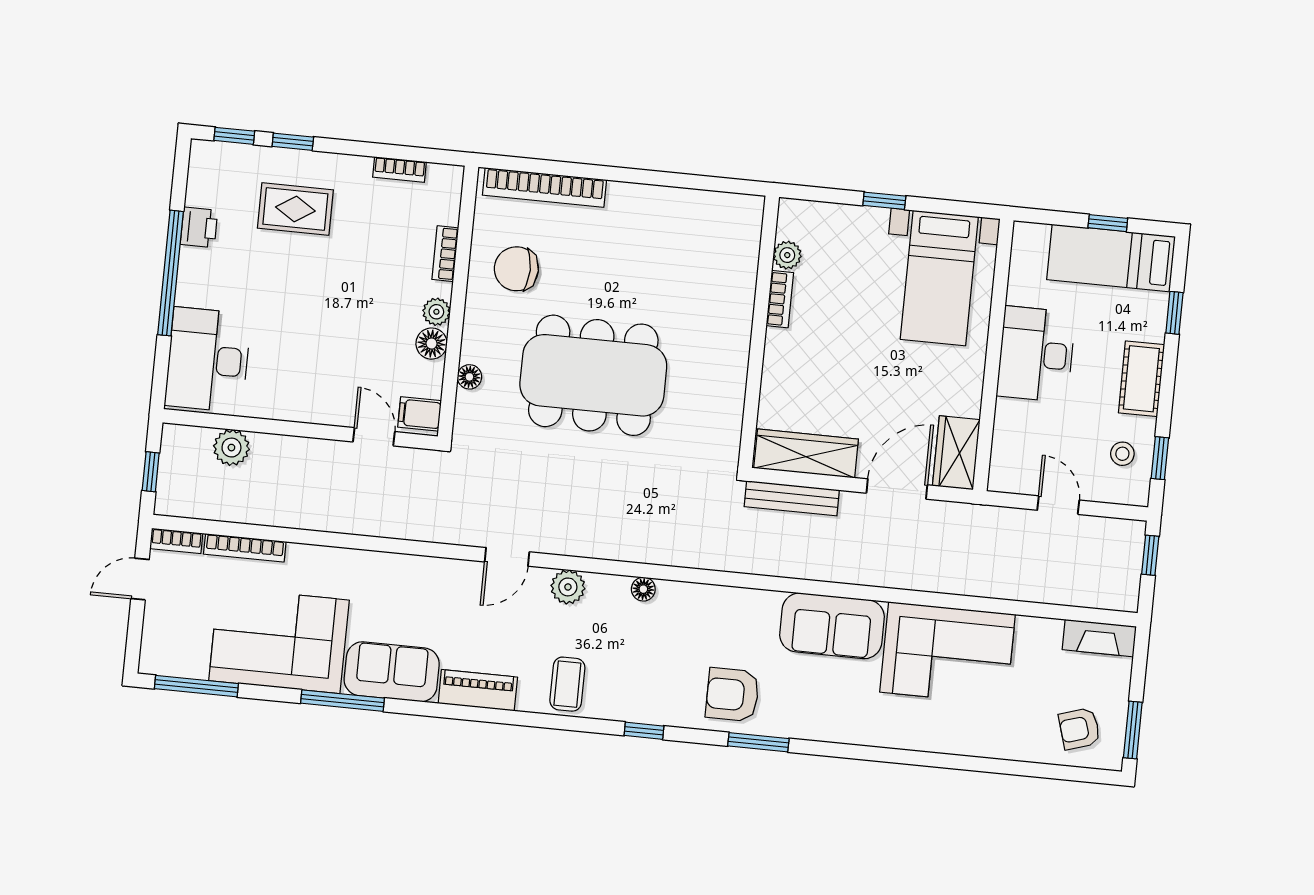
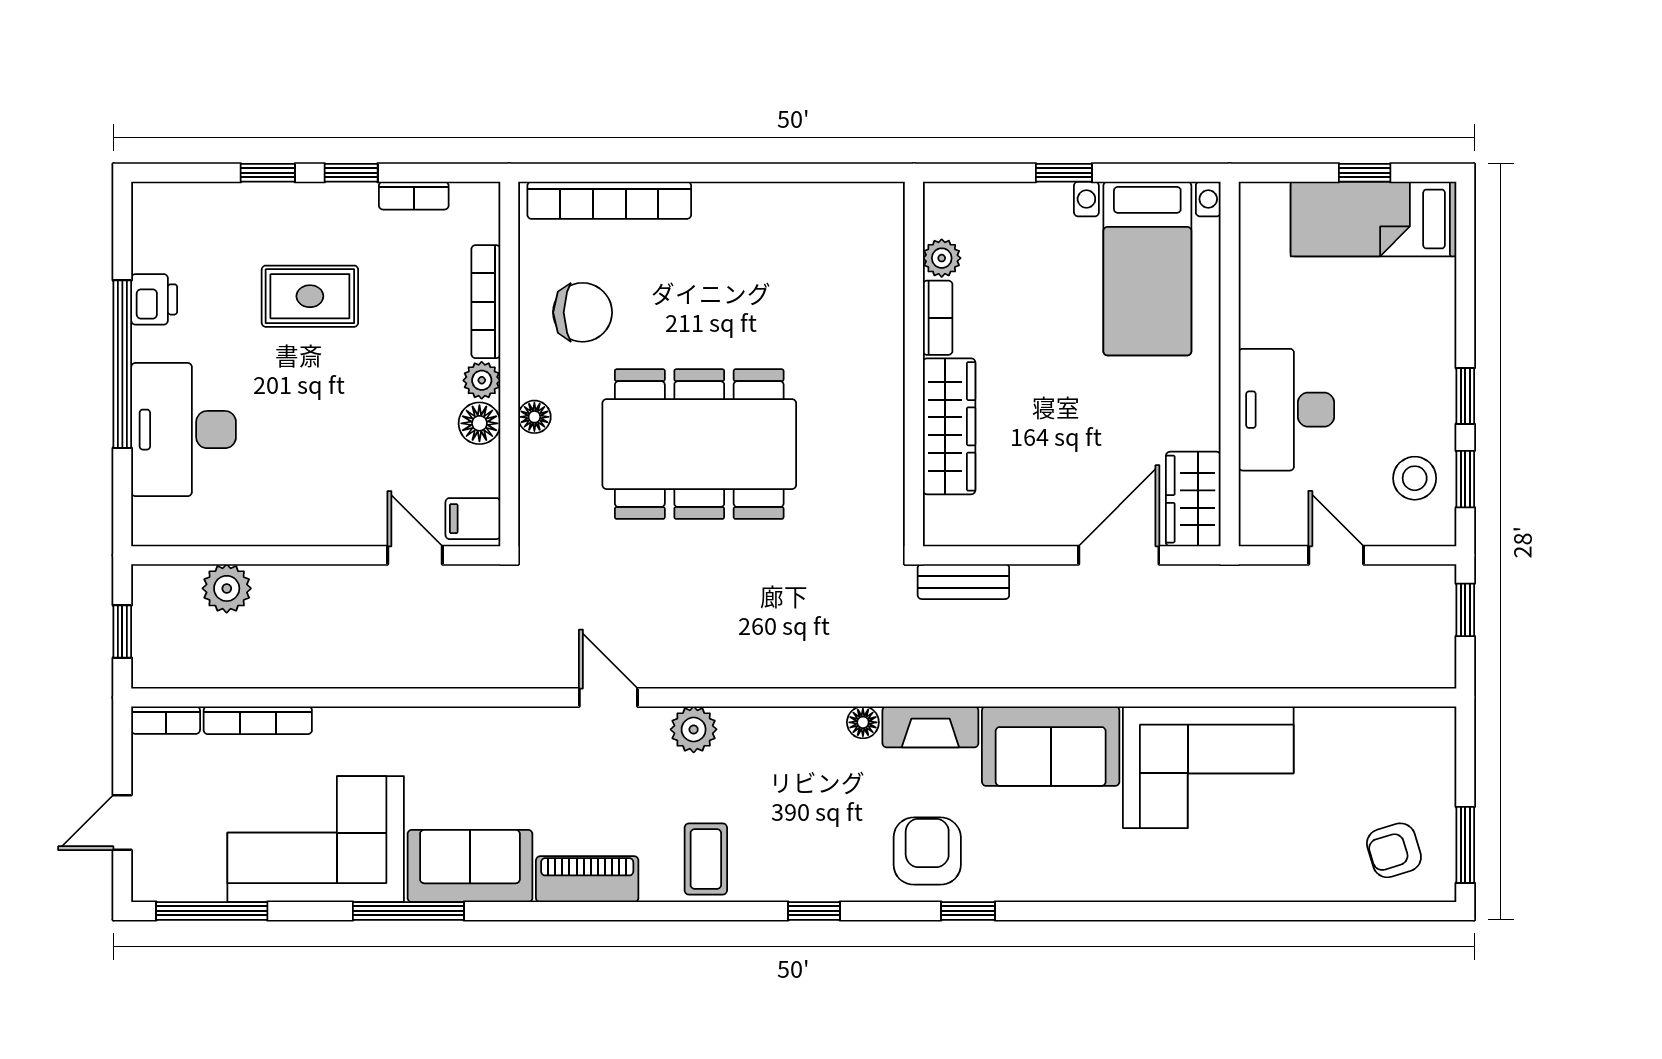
window: (234, 136) -> (351, 173), moved
rug: (295, 209) -> (310, 296), moved
bookcase: (445, 254) -> (486, 302), width x1.56
chair: (516, 269) -> (583, 312), turned 180
window: (1174, 313) -> (1465, 396), moved
desk: (1036, 354) -> (1286, 410), moved
desk: (208, 360) -> (184, 430), moved
floor lamp: (469, 377) -> (534, 417), moved
cot: (1141, 379) -> (1430, 376), removed
wardrobe: (806, 454) -> (949, 426), moved, turned 90
stool: (1122, 454) -> (1415, 478), width x1.37, depth x1.37
bench: (792, 498) -> (963, 582), width x0.73
door: (507, 557) -> (608, 697), swing flipped
door: (140, 579) -> (122, 823), moved
floor lamp: (643, 589) -> (863, 722), moved
fireplace: (1099, 638) -> (930, 727), moved
armchair: (732, 695) -> (927, 851), turned 90
window: (758, 742) -> (968, 911), width x0.67

